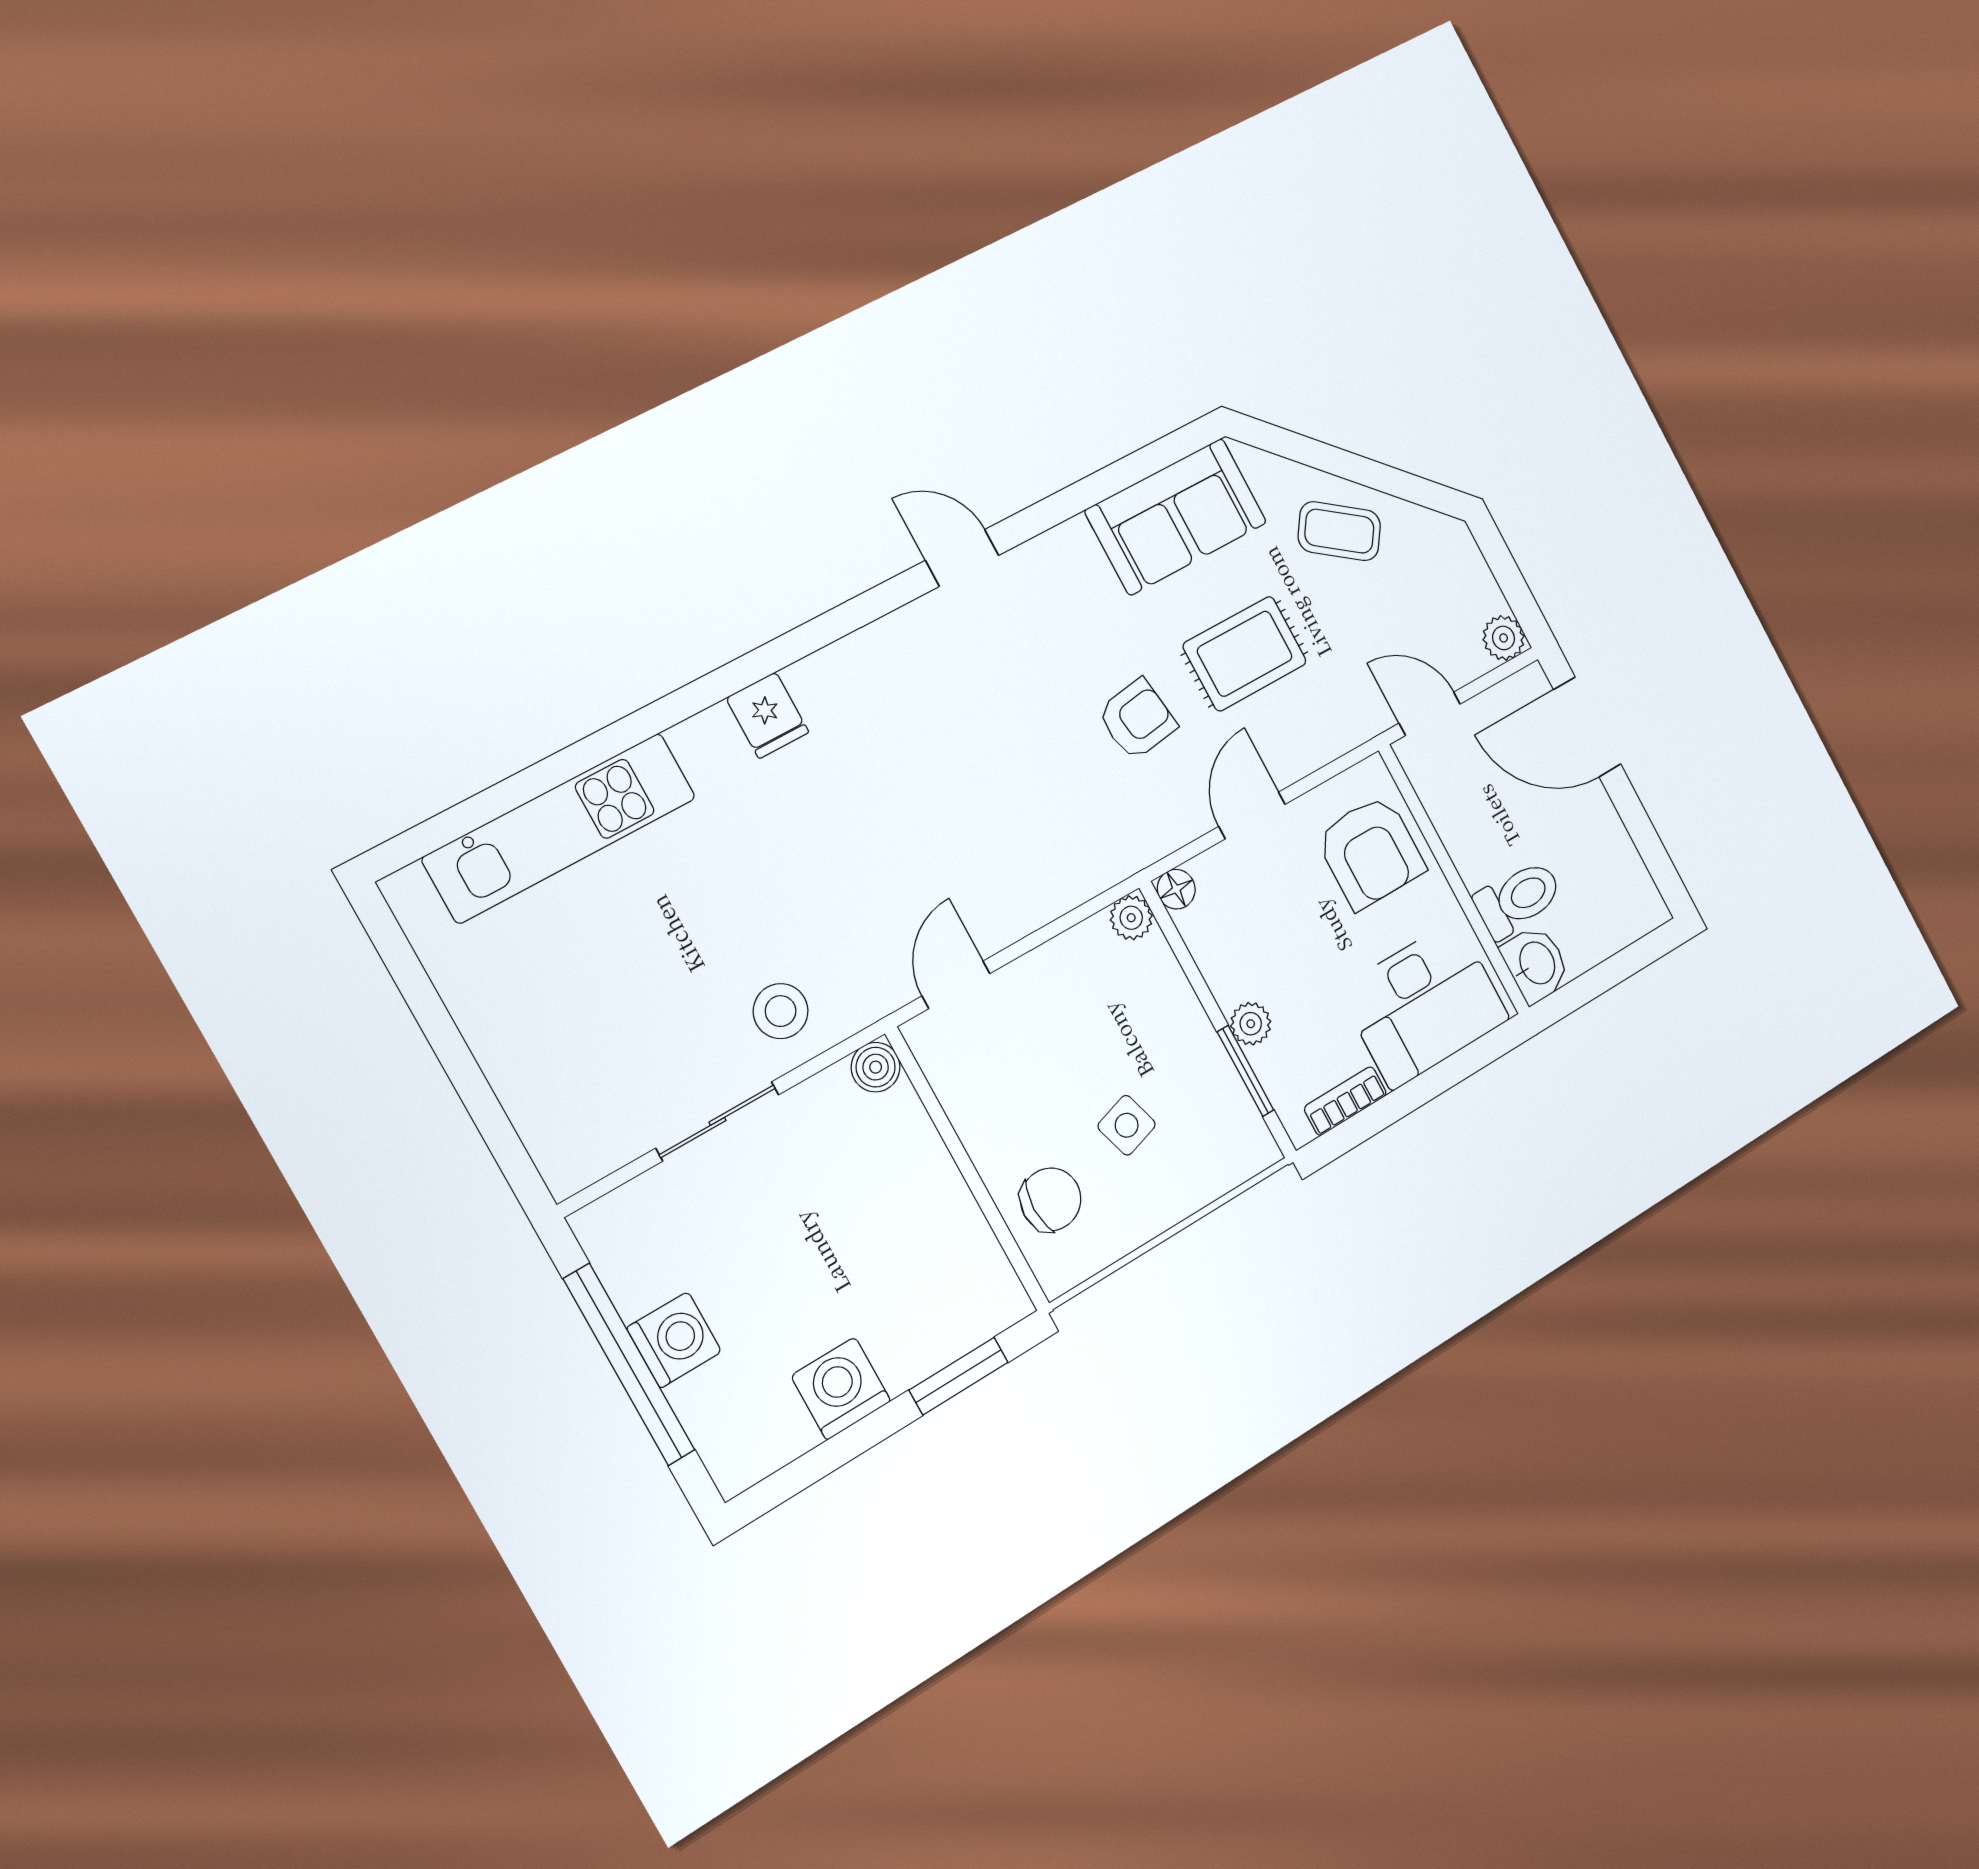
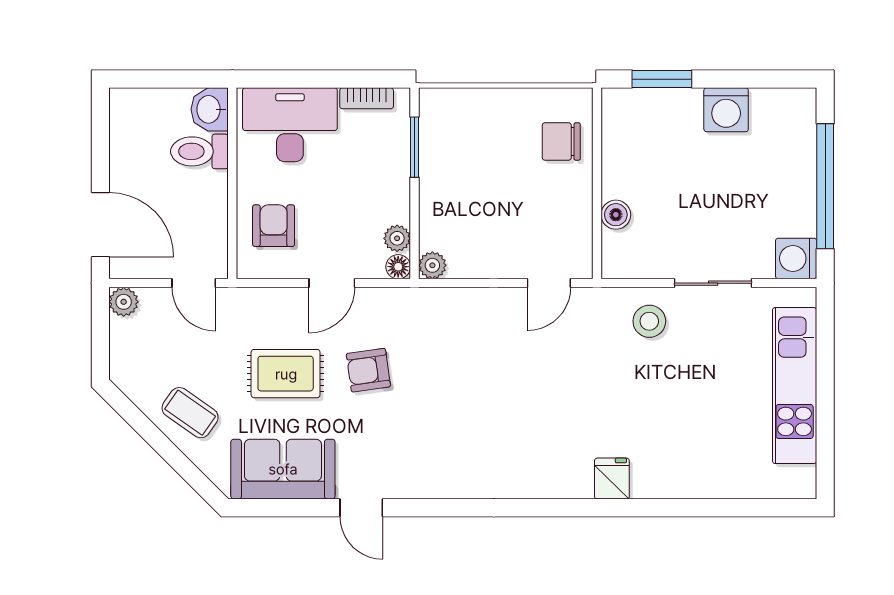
door: (962, 558) -> (361, 508), moved
fridge: (767, 715) -> (612, 479), moved
kitchen unit: (560, 828) -> (795, 386), moved, turned -90
armchair: (1371, 852) -> (274, 226), width x0.72, depth x0.72
plant: (1251, 1024) -> (397, 238), moved
boiler: (876, 1067) -> (616, 215), moved
side table: (1127, 1125) -> (498, 156), removed
washing machine: (674, 1340) -> (796, 258), moved

